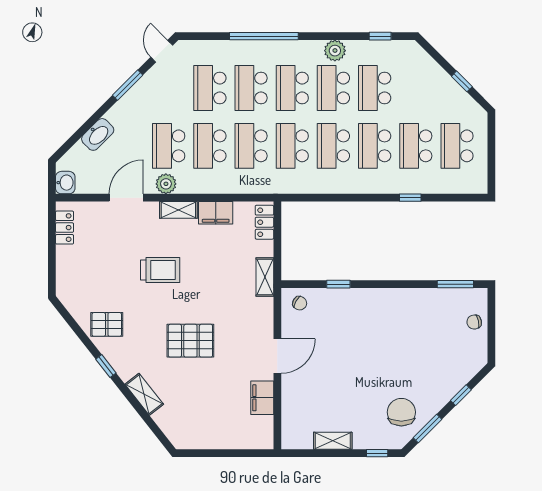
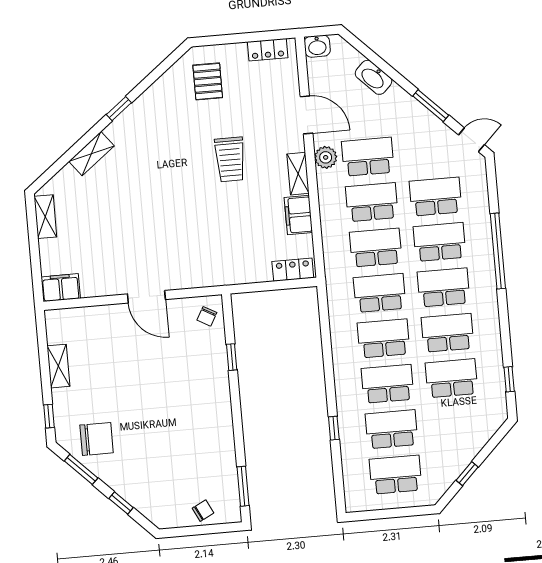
plant: (335, 51) -> (489, 331), removed
shelving: (265, 277) -> (45, 217), moved, turned 90
chair: (474, 322) -> (203, 511), turned 75
pallet: (107, 324) -> (208, 81), moved
pallet: (190, 341) -> (155, 200), removed
filing cabinet: (262, 398) -> (61, 288), moved

